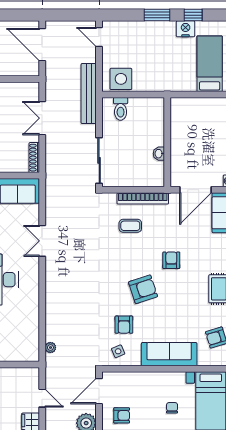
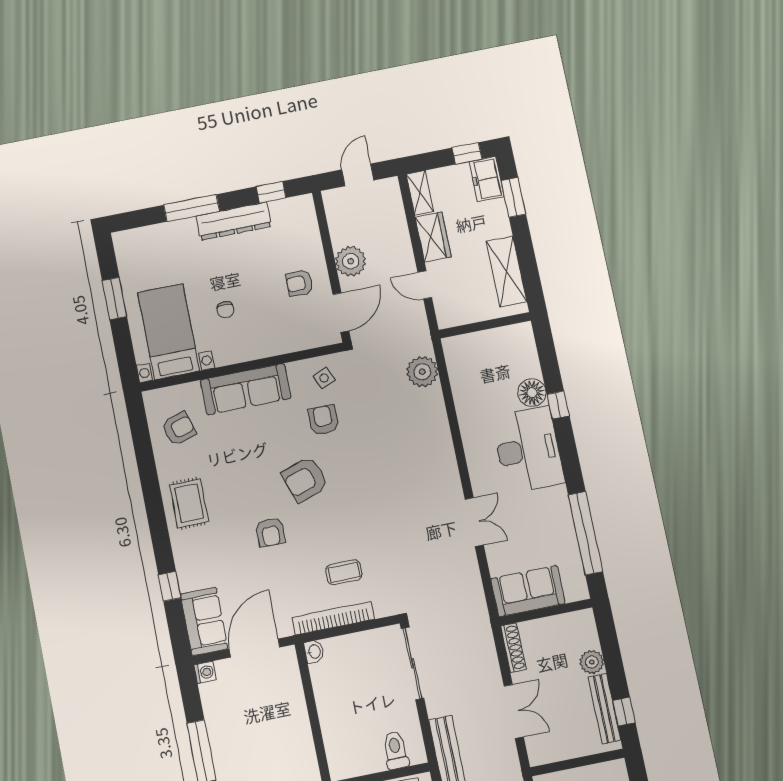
washbasin: (159, 154) -> (314, 652), moved
plant: (50, 348) -> (422, 372), width x1.88, depth x1.88

